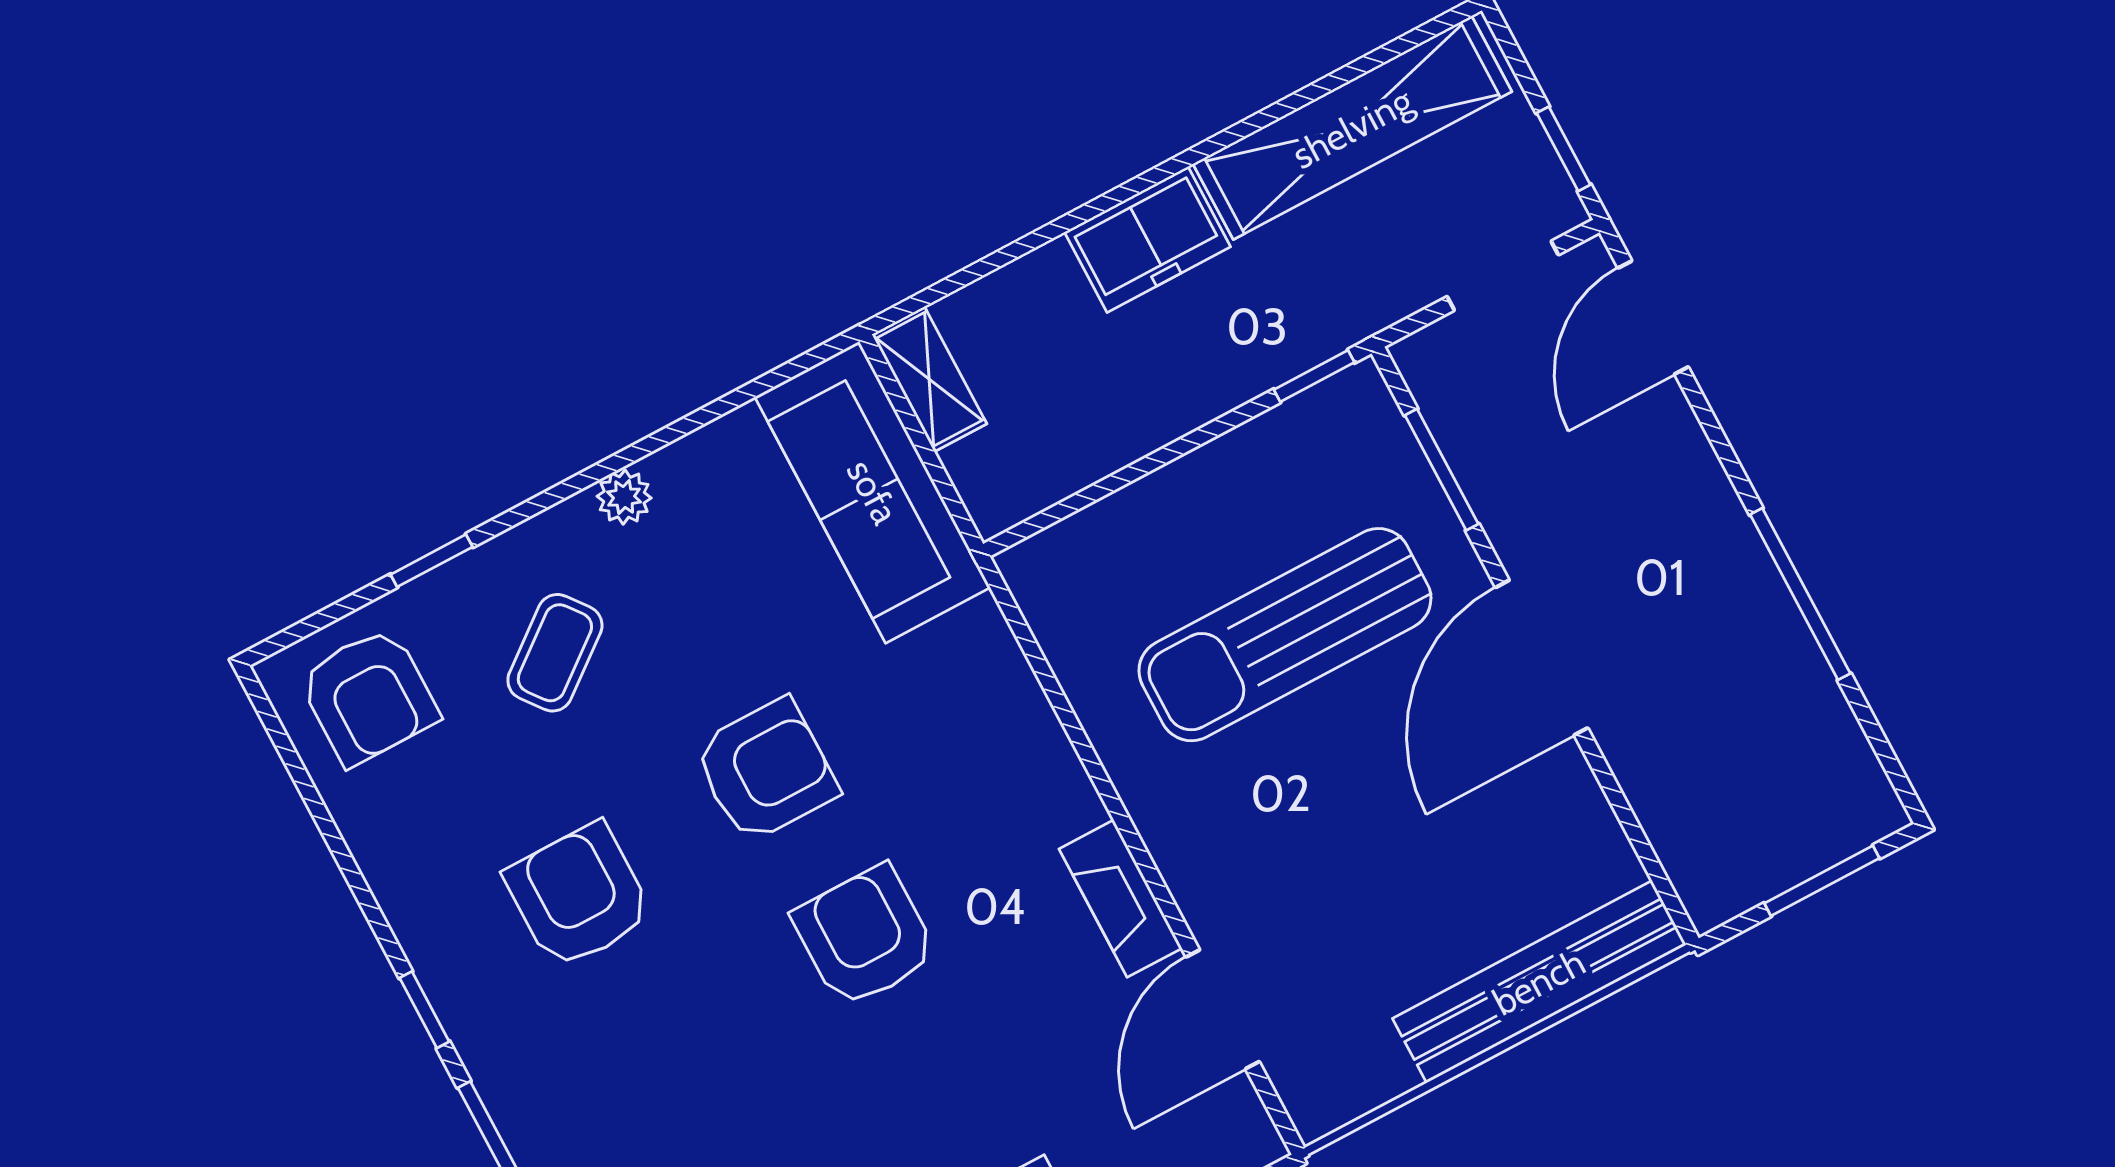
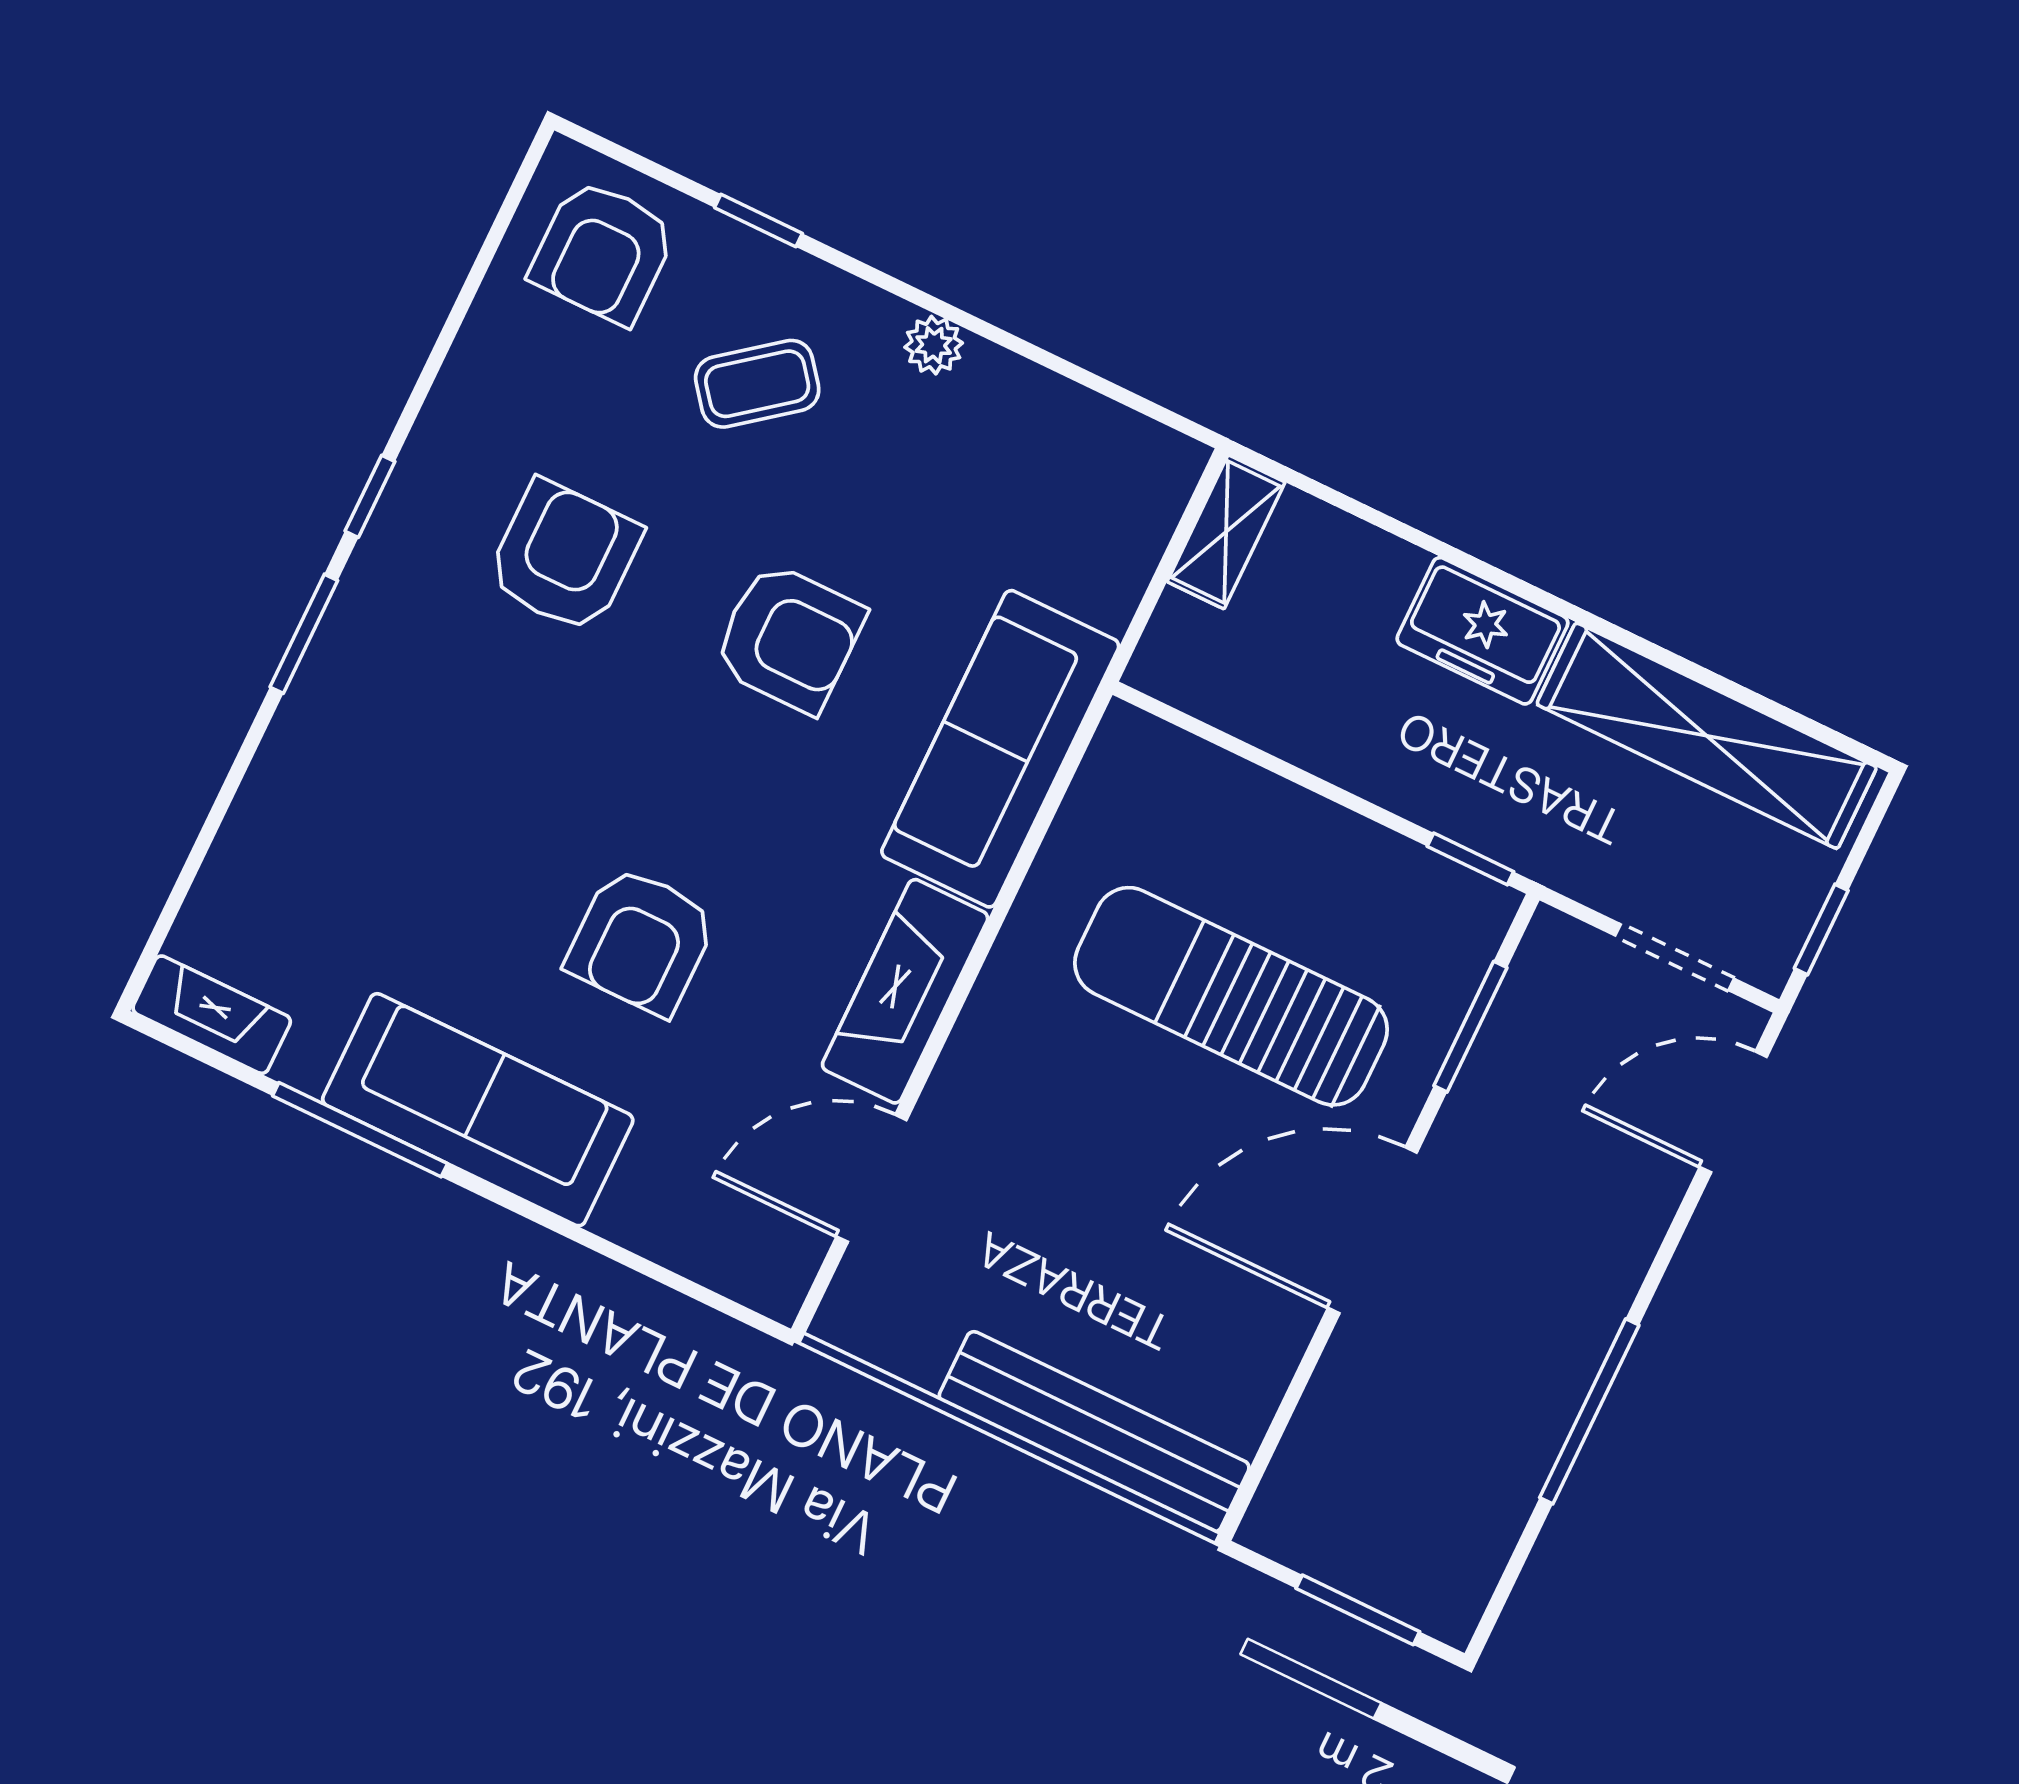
sofa: (873, 492) -> (1000, 749), moved
fireplace: (1121, 899) -> (905, 991), width x1.37, depth x1.32
armchair: (865, 936) -> (641, 941), moved, turned 180

